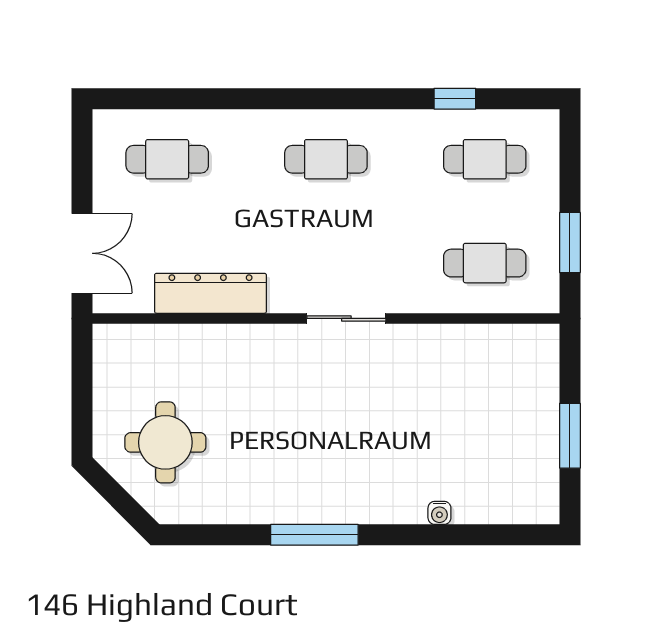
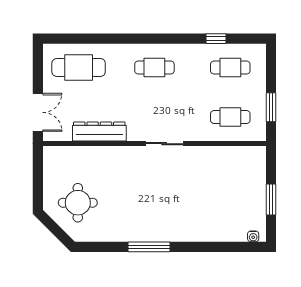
cafe table: (167, 159) -> (79, 67), width x1.37, depth x1.35
water cooler: (439, 513) -> (253, 236), moved

